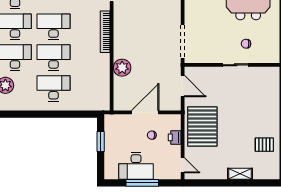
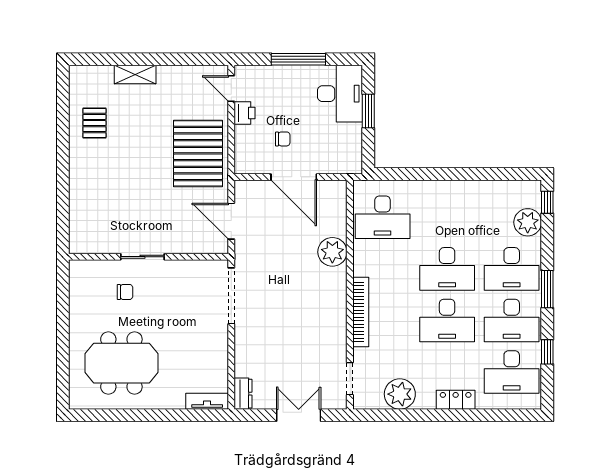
desk: (54, 88) -> (383, 217), moved
door: (145, 112) -> (294, 177), hinge flipped
printer: (175, 137) -> (245, 113), moved
window: (101, 142) -> (368, 111), moved
pallet: (264, 145) -> (94, 123), turned 90
desk: (136, 166) -> (340, 94), moved, turned 90

